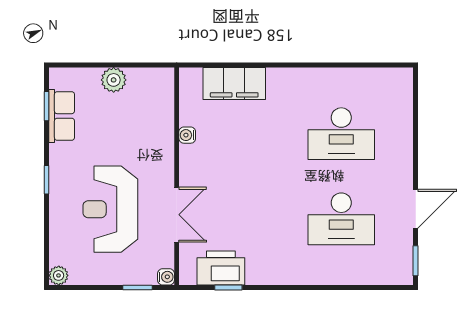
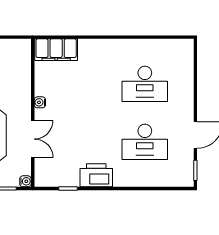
filing cabinet: (234, 84) -> (56, 50), moved
water cooler: (187, 135) -> (40, 102), moved
printer: (221, 268) -> (96, 175), moved

